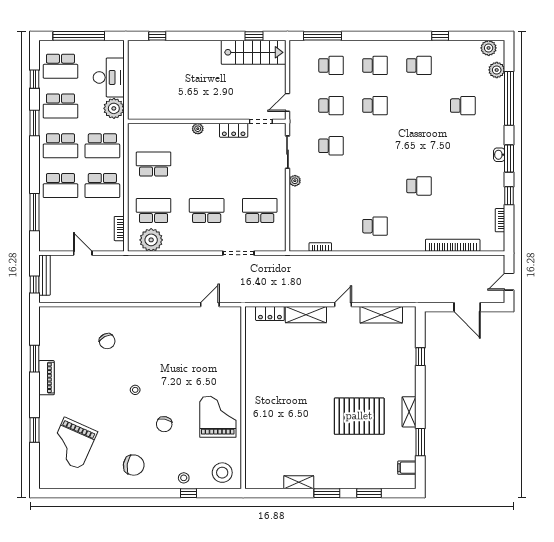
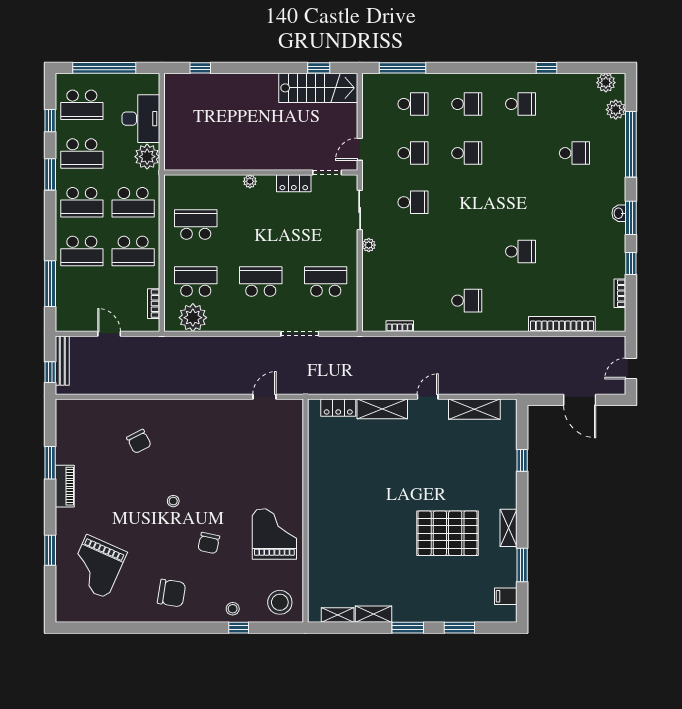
shelving: (269, 483) -> (338, 615), added

